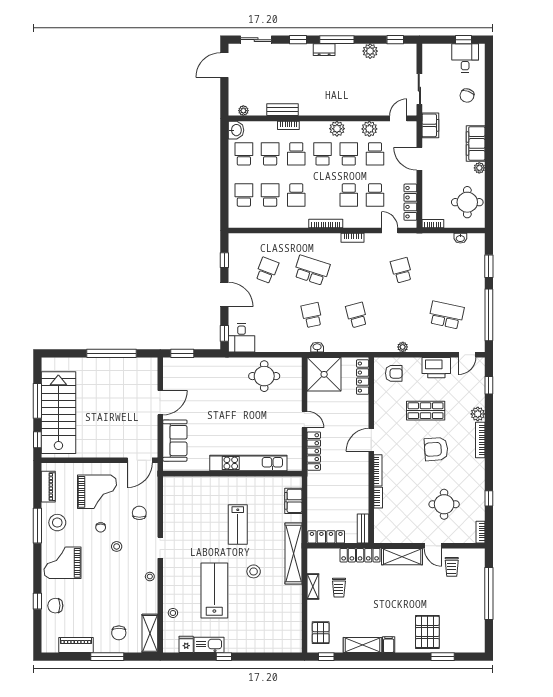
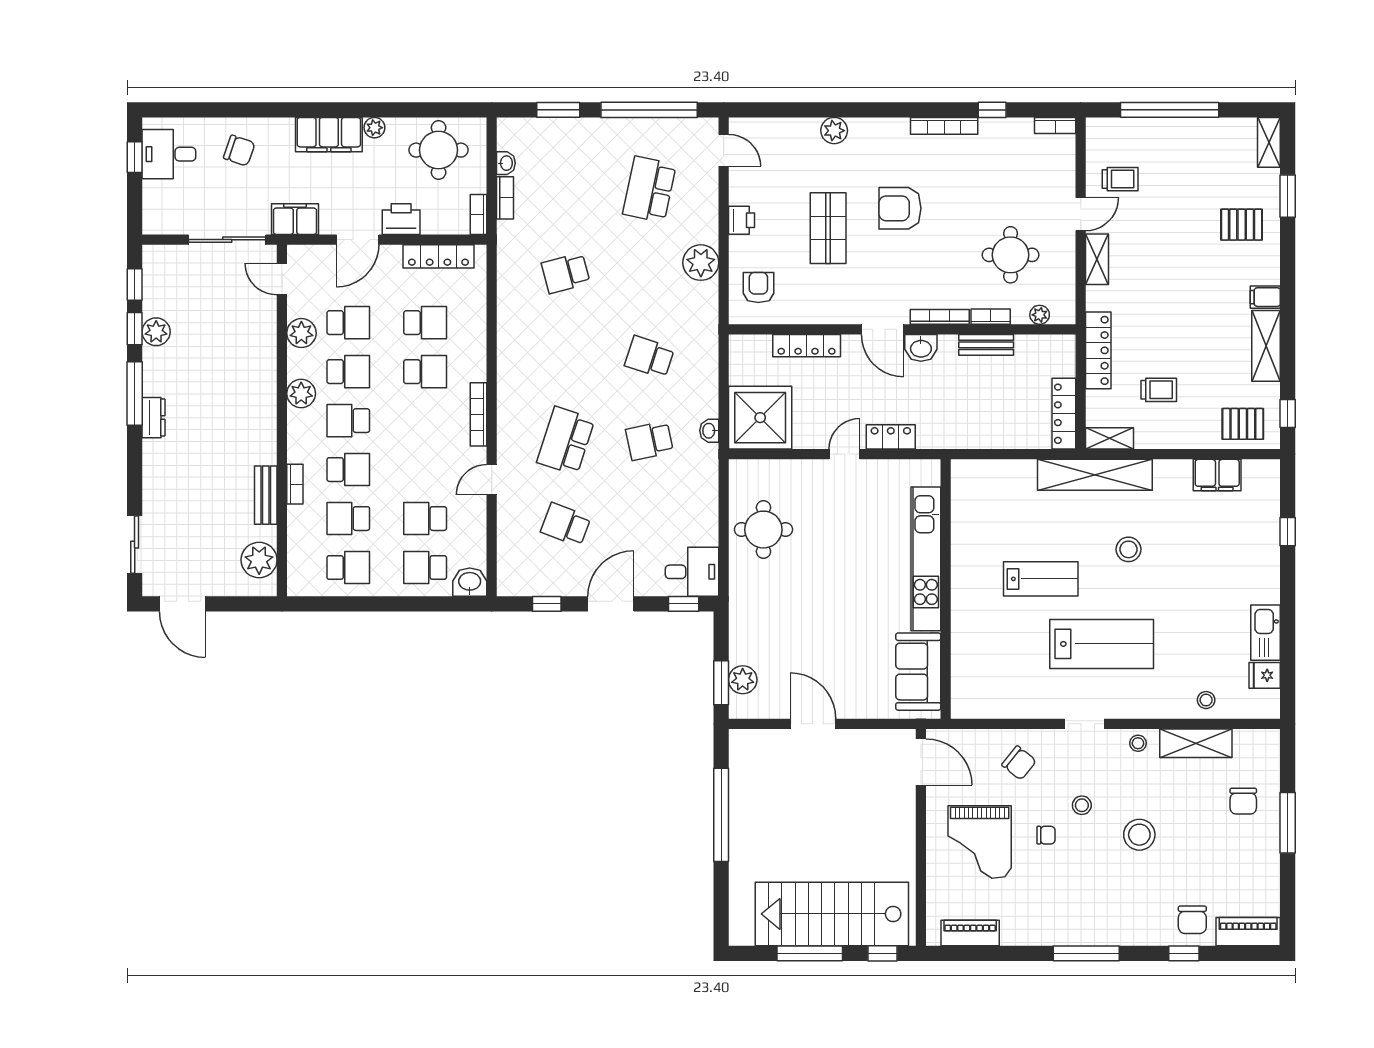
window: (298, 40) -> (135, 329), moved
sliding door: (419, 89) -> (227, 240), width x1.37
plant: (243, 111) -> (259, 560), width x1.87, depth x1.87
washbasin: (236, 130) -> (470, 582), moved
school desk: (244, 154) -> (348, 568), turned 180
school desk: (349, 154) -> (348, 372), turned 180
printer: (430, 182) -> (401, 219), added
school desk: (296, 195) -> (425, 470), removed
door: (390, 231) -> (492, 480), moved
bookcase: (353, 238) -> (505, 198), moved
school desk: (357, 315) -> (649, 357), turned 33
plant: (403, 347) -> (701, 263), width x1.88, depth x1.88
plant: (184, 365) -> (743, 680), added
printer: (436, 368) -> (741, 220), width x0.53, depth x0.68
locker: (363, 377) -> (807, 346), moved
window: (489, 385) -> (781, 110), removed
bookcase: (480, 440) -> (944, 126), moved
sofa: (175, 441) -> (918, 672), moved, turned -90
armchair: (436, 449) -> (900, 208), turned 94
locker: (314, 451) -> (891, 437), width x0.66
washbasin: (361, 460) -> (921, 348), added
grand piano: (97, 492) -> (980, 842), turned 180
filing cabinet: (293, 501) -> (1217, 475), moved
round table: (444, 504) -> (1011, 255), moved
chair: (139, 513) -> (1019, 763), turned -141
stool: (57, 523) -> (1139, 835), moved
plant: (379, 524) -> (1040, 315), added
window: (37, 526) -> (1086, 953), moved
bench: (363, 528) -> (986, 345), moved
shelving: (402, 557) -> (1097, 259), width x0.67, depth x0.75
grand piano: (63, 563) -> (1112, 906), removed
shelving: (313, 587) -> (1109, 438), moved
lab bench: (214, 591) -> (1102, 644), moved, turned 180
pallet: (427, 632) -> (1242, 225), width x0.67, depth x0.71
chair: (119, 633) -> (1243, 801), turned 90
shelving: (150, 633) -> (1196, 743), moved
piano: (76, 645) -> (1248, 932), moved, turned 90
shelving: (471, 647) -> (1269, 142), added
window: (224, 657) -> (1288, 532), moved

